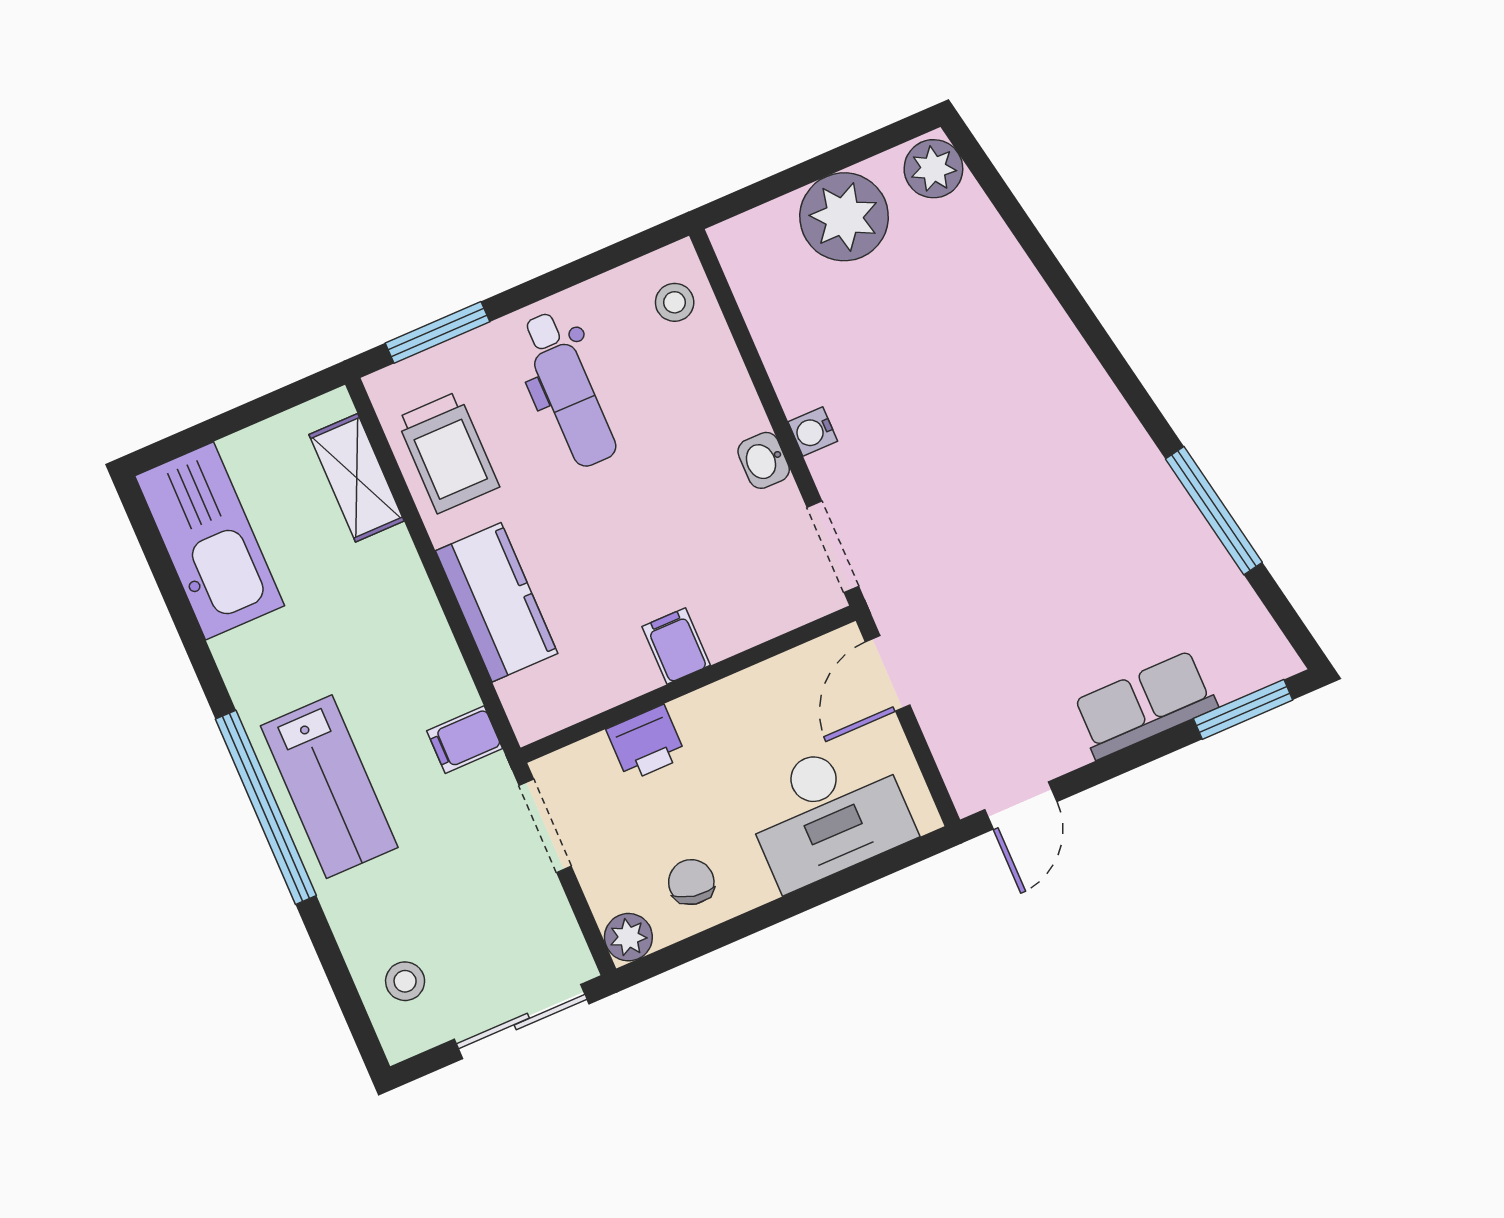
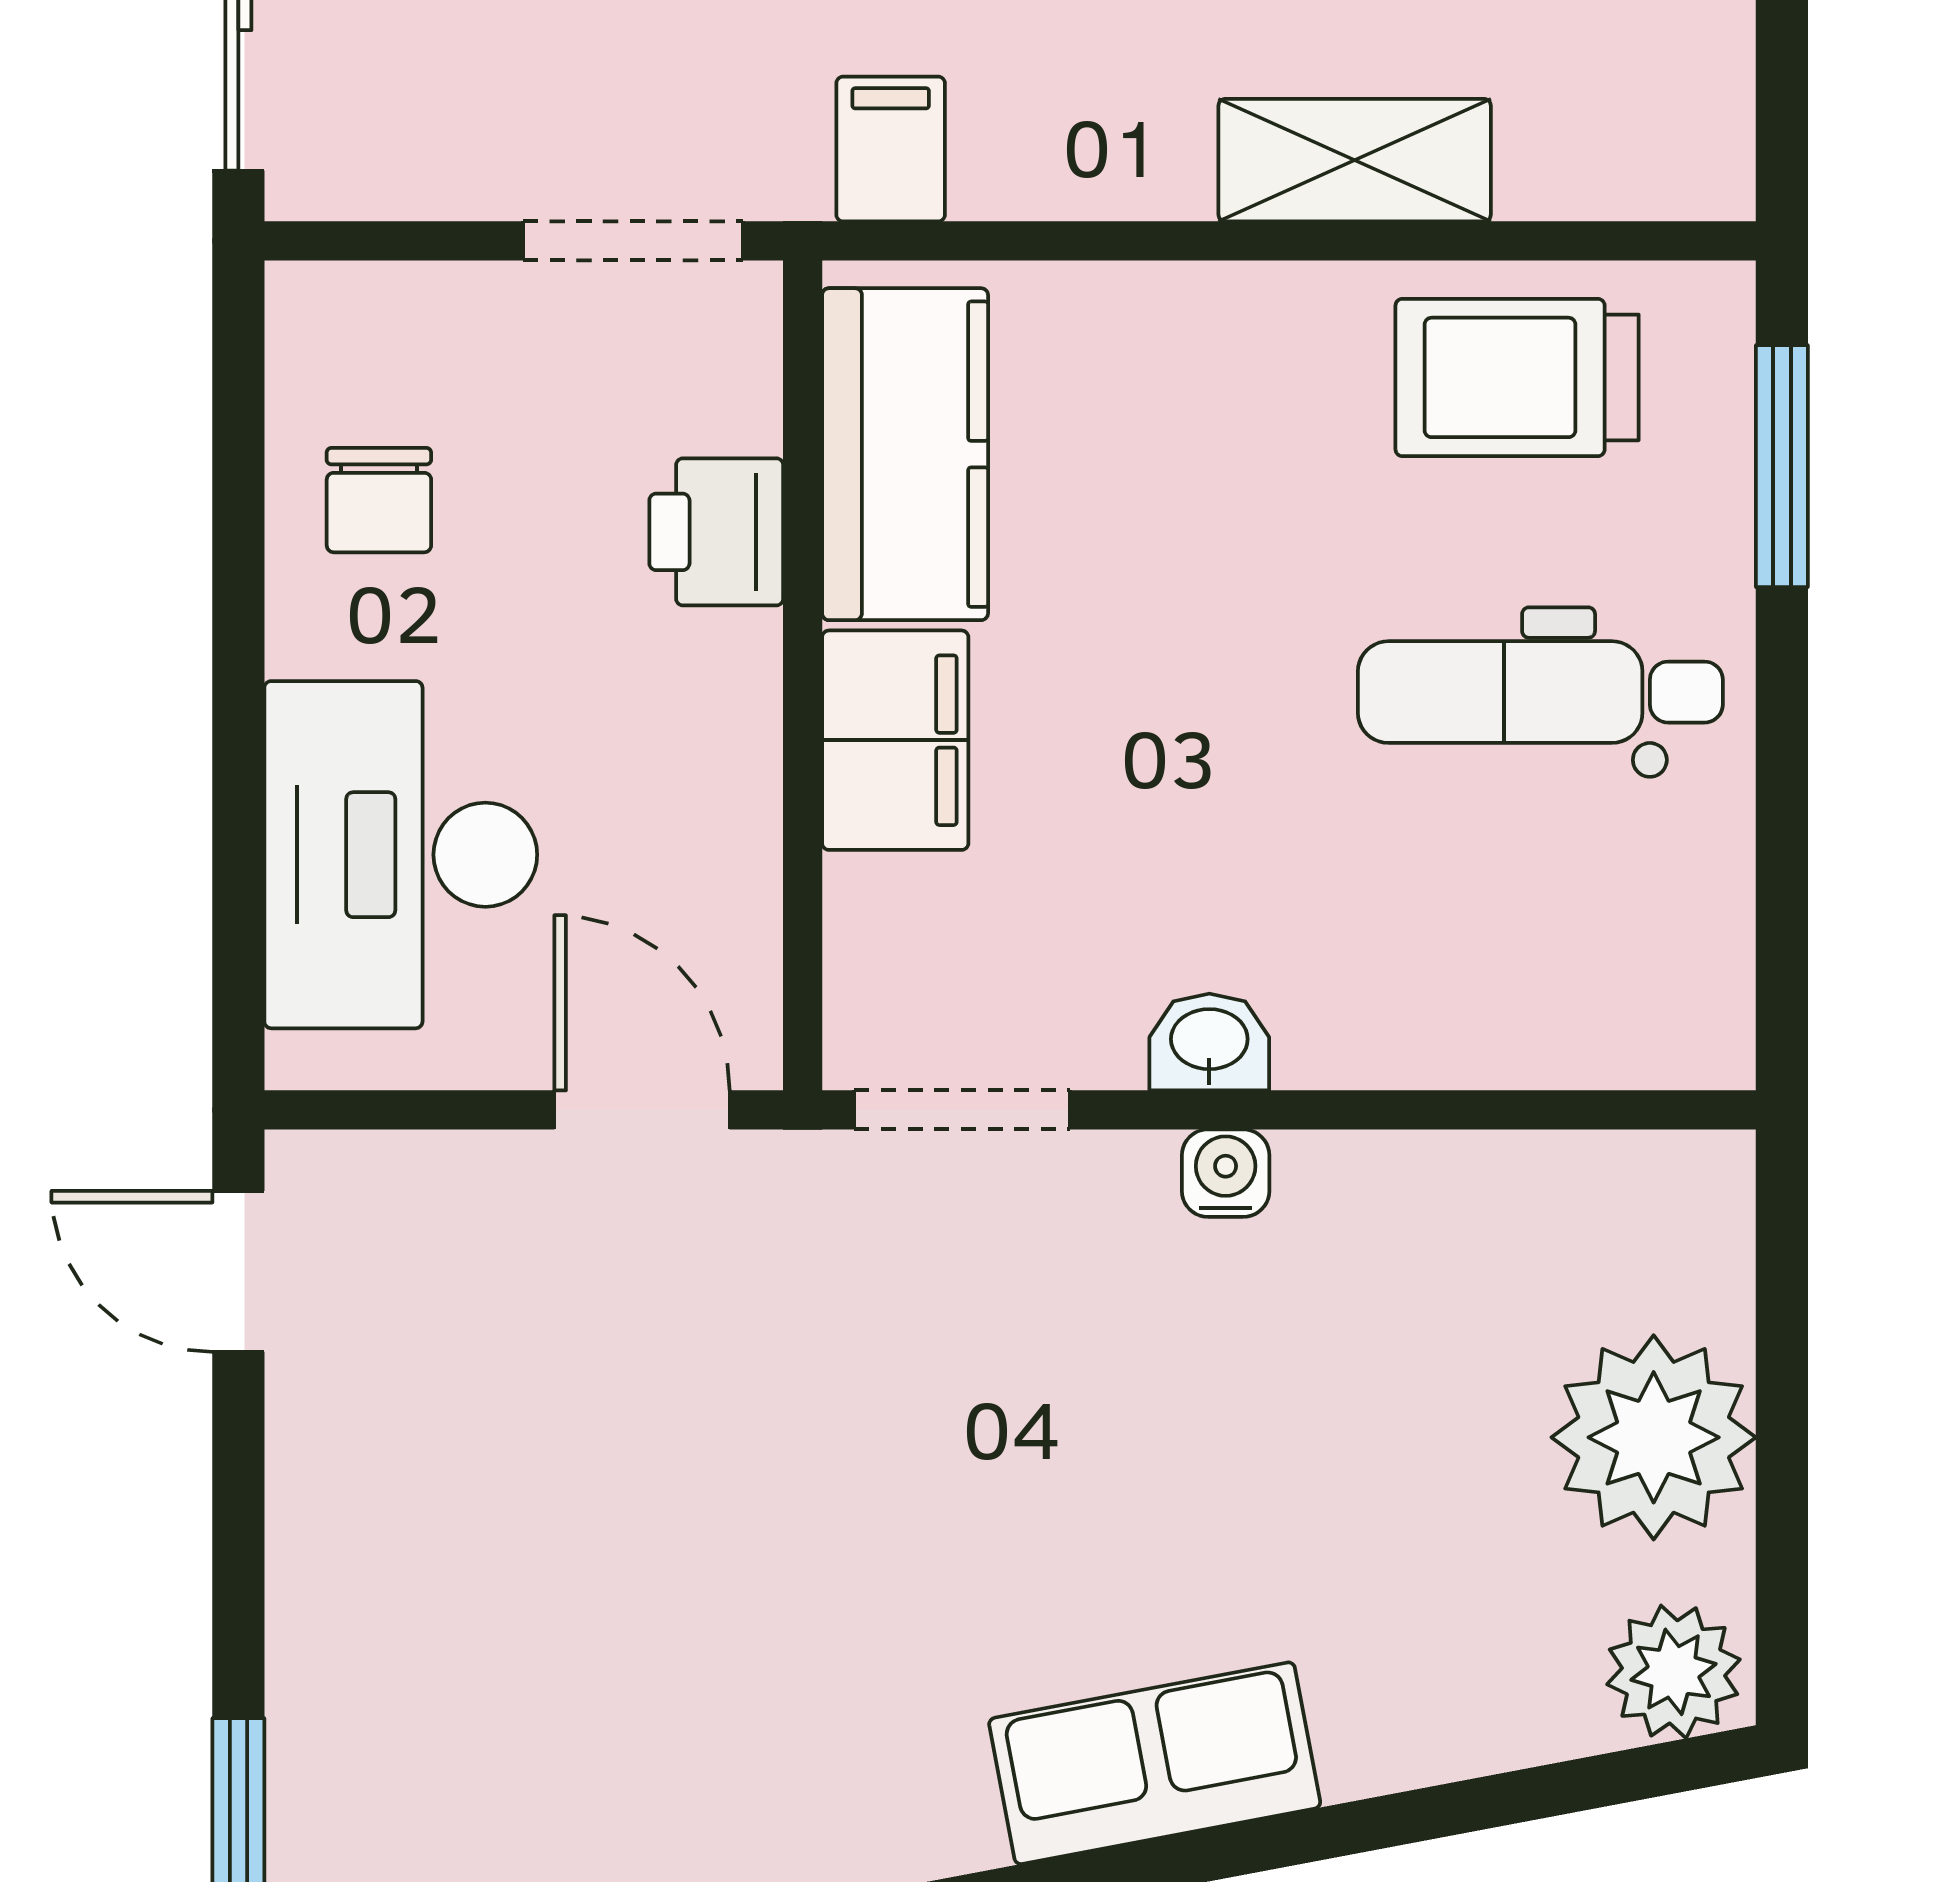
stool: (675, 302) -> (1628, 998), removed
shelving: (357, 478) -> (1355, 160), moved
kitchen counter: (497, 602) -> (905, 454), moved, turned -90
filing cabinet: (676, 646) -> (895, 740), width x2.00
row of seats: (1145, 705) -> (1155, 1763), moved, turned -101
chair: (691, 882) -> (379, 500), turned 78
plant: (628, 937) -> (320, 316), removed

